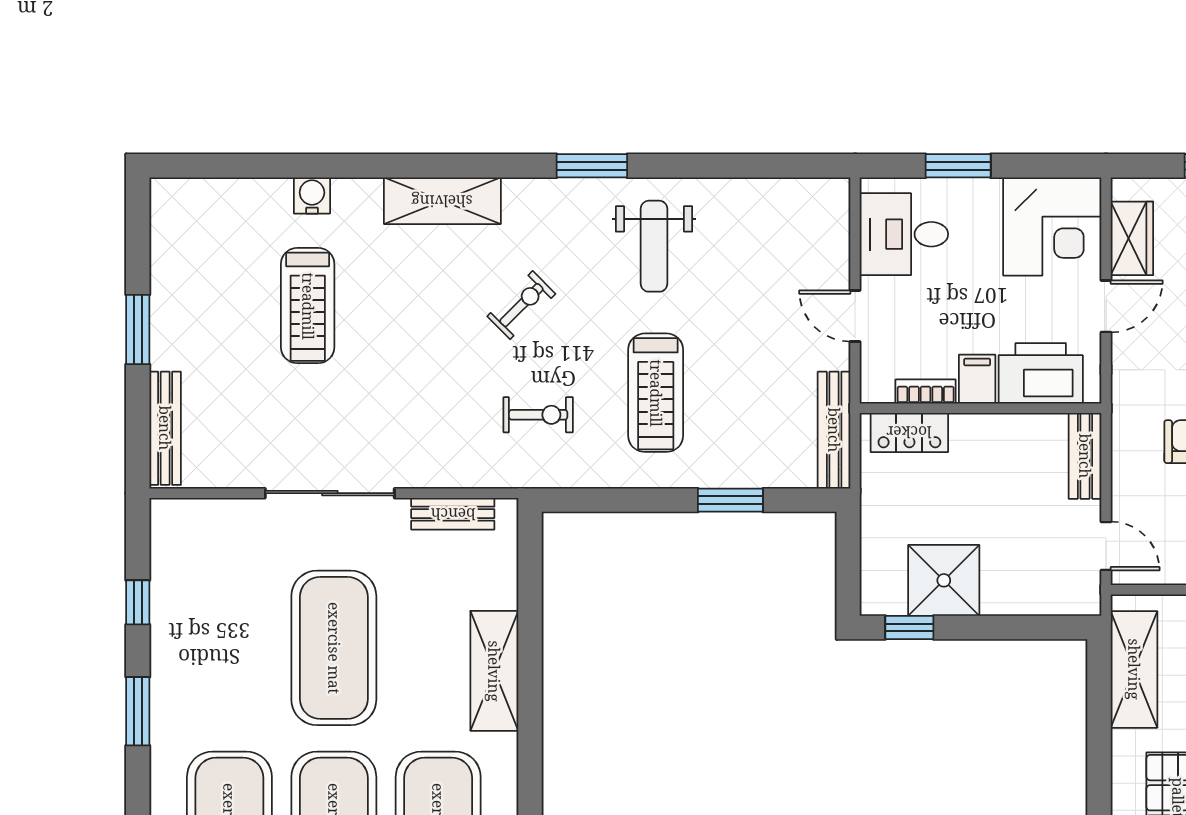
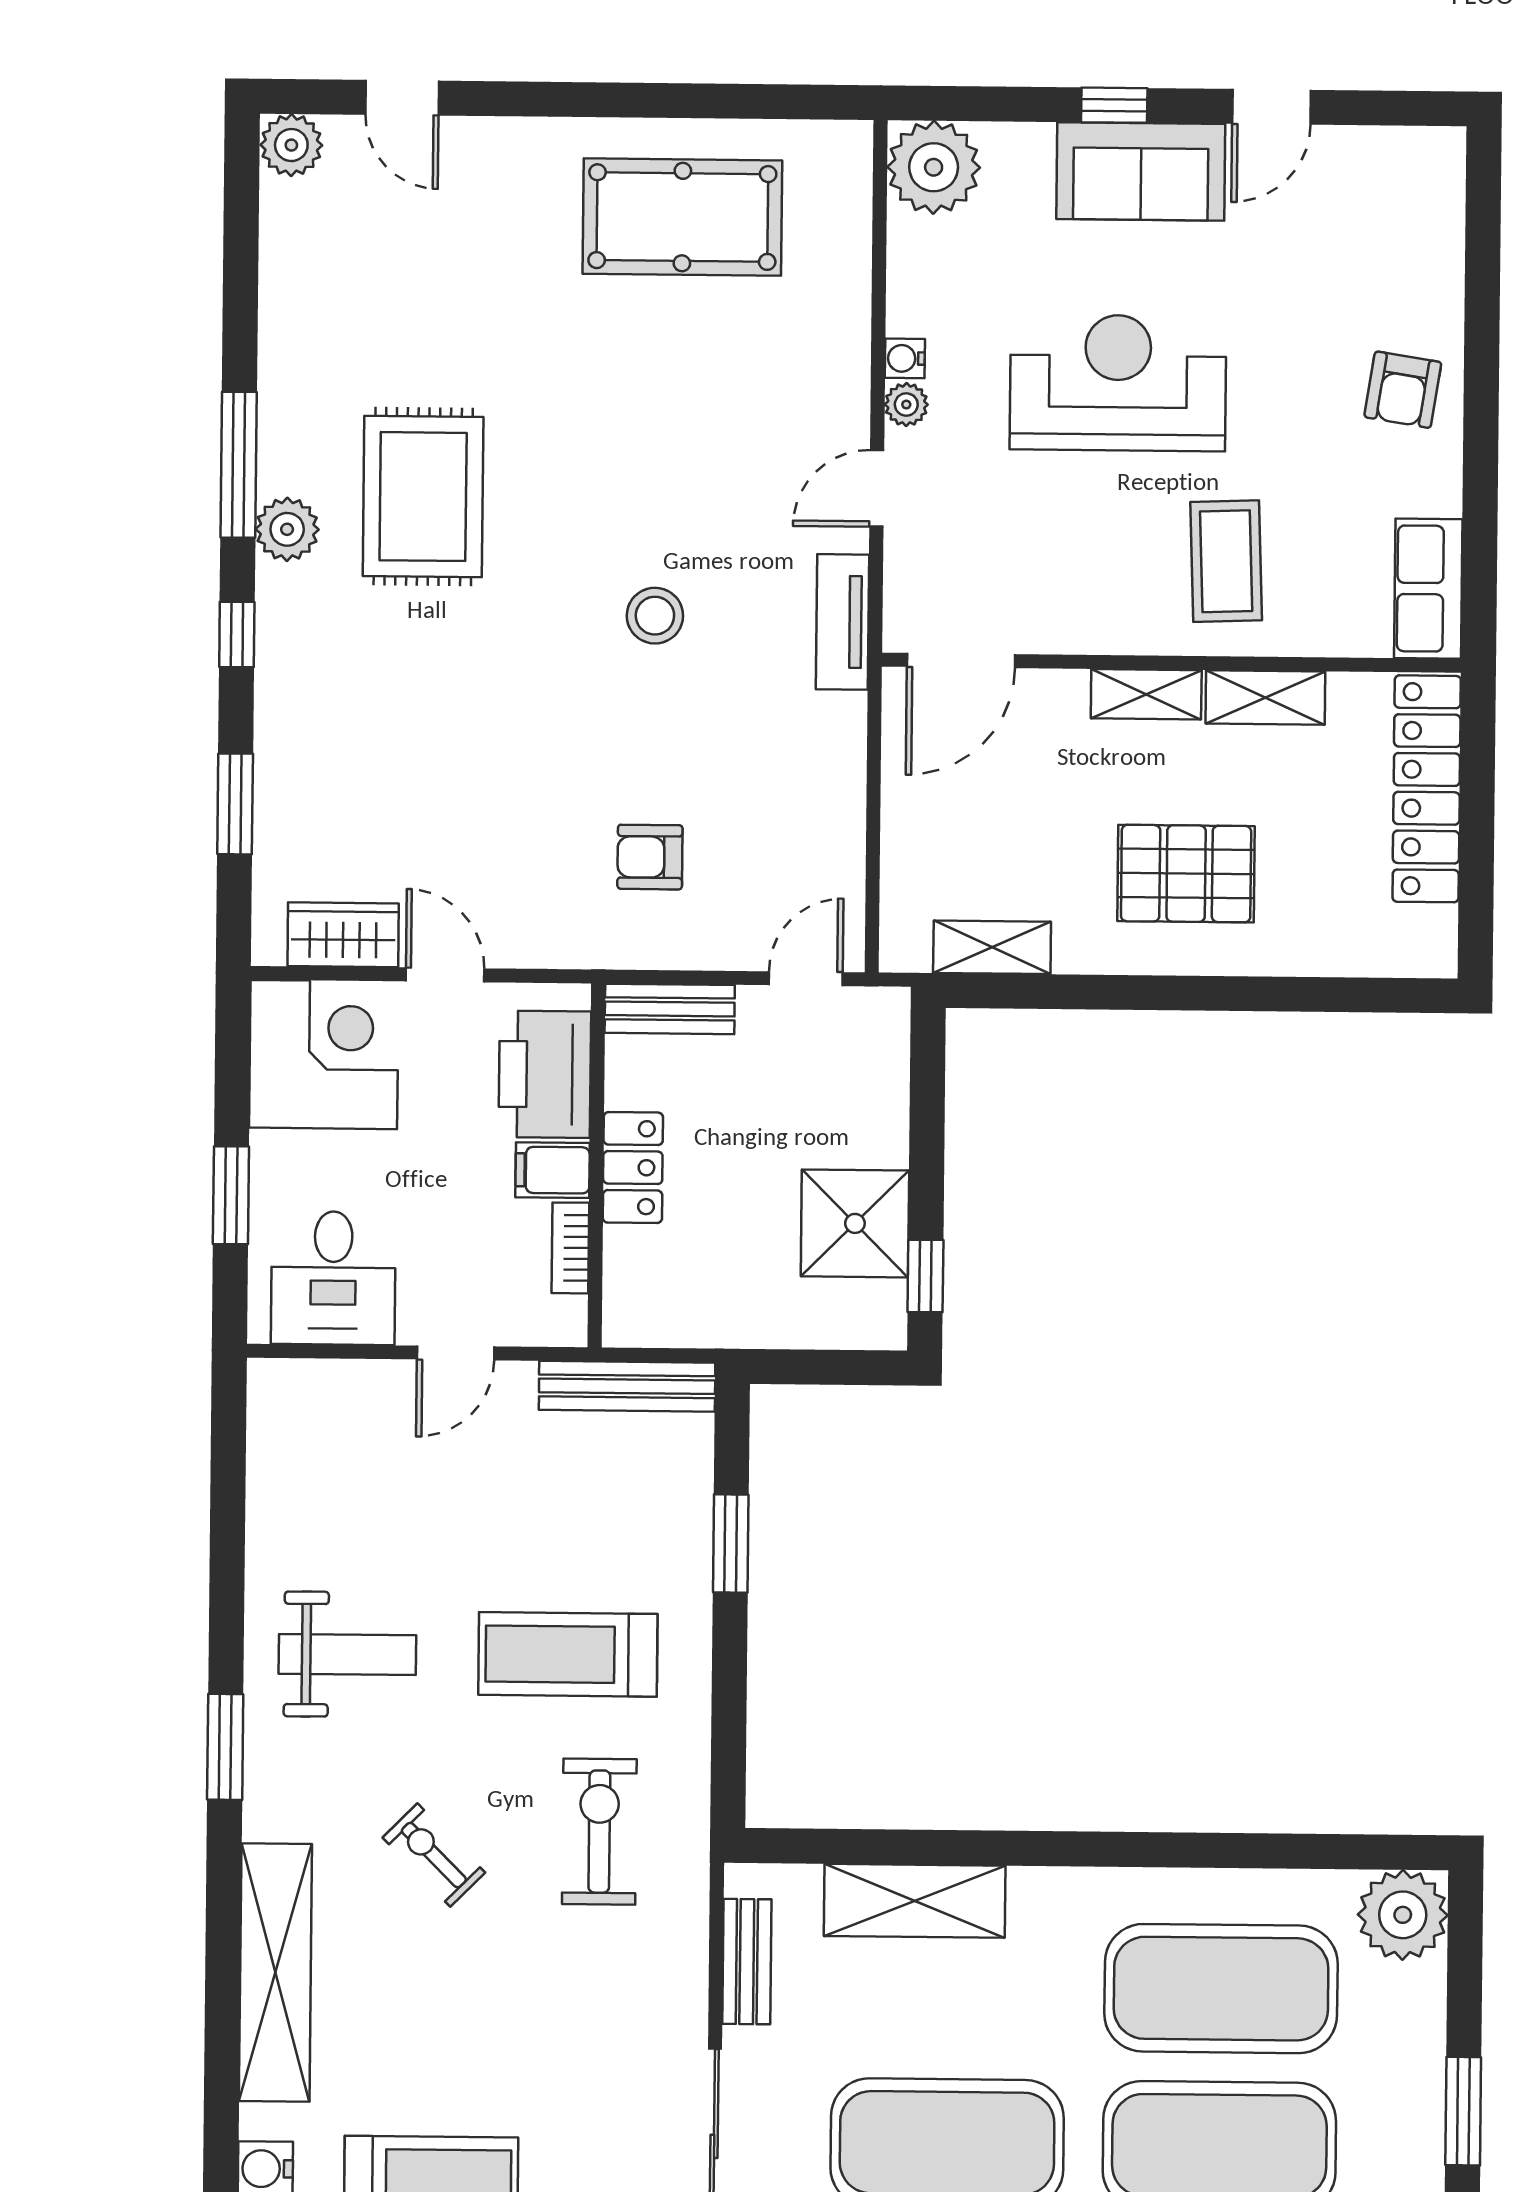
shelving: (442, 201) -> (275, 1972), width x1.47
treadmill: (656, 393) -> (568, 1654), turned 180
exercise bike: (538, 415) -> (599, 1832), width x1.38, depth x1.39
locker: (909, 432) -> (633, 1168), moved
shelving: (1134, 669) -> (992, 947), width x0.67, depth x0.75
shelving: (494, 671) -> (915, 1901), moved

